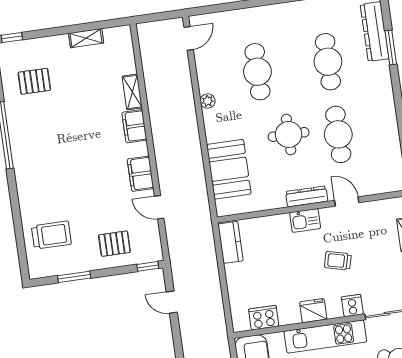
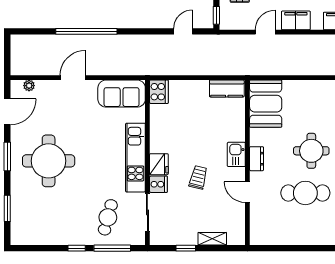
booth: (229, 169) -> (266, 104), moved, turned 90
dresser: (307, 196) -> (257, 159), width x0.70
door: (347, 201) -> (247, 192), swing flipped
fridge: (313, 311) -> (159, 164), moved
cooker: (264, 318) -> (159, 92), moved

